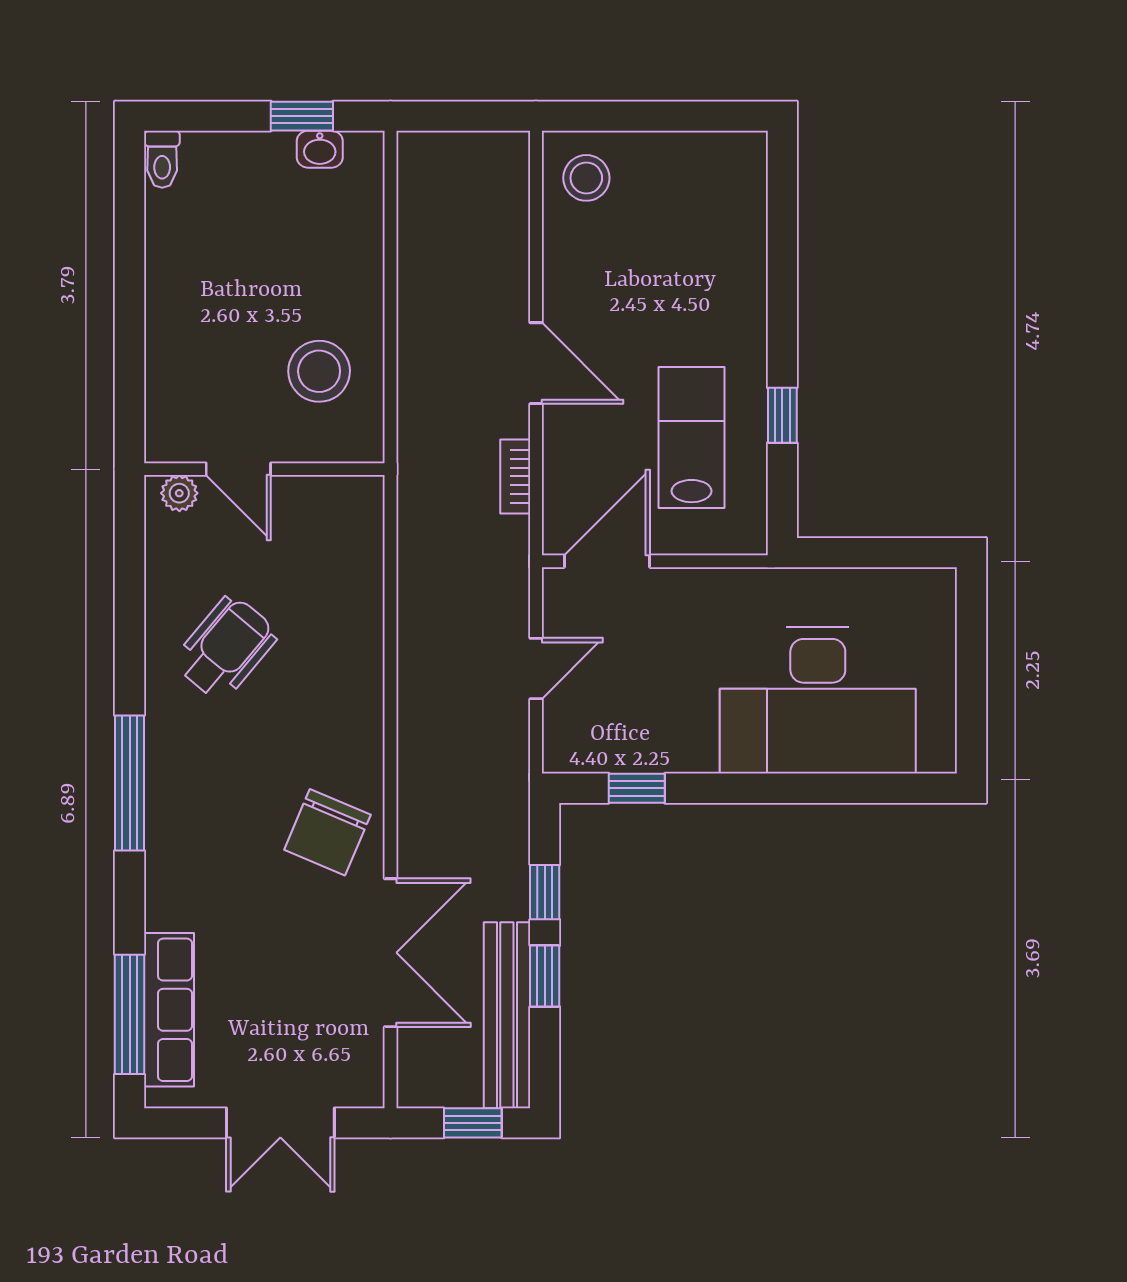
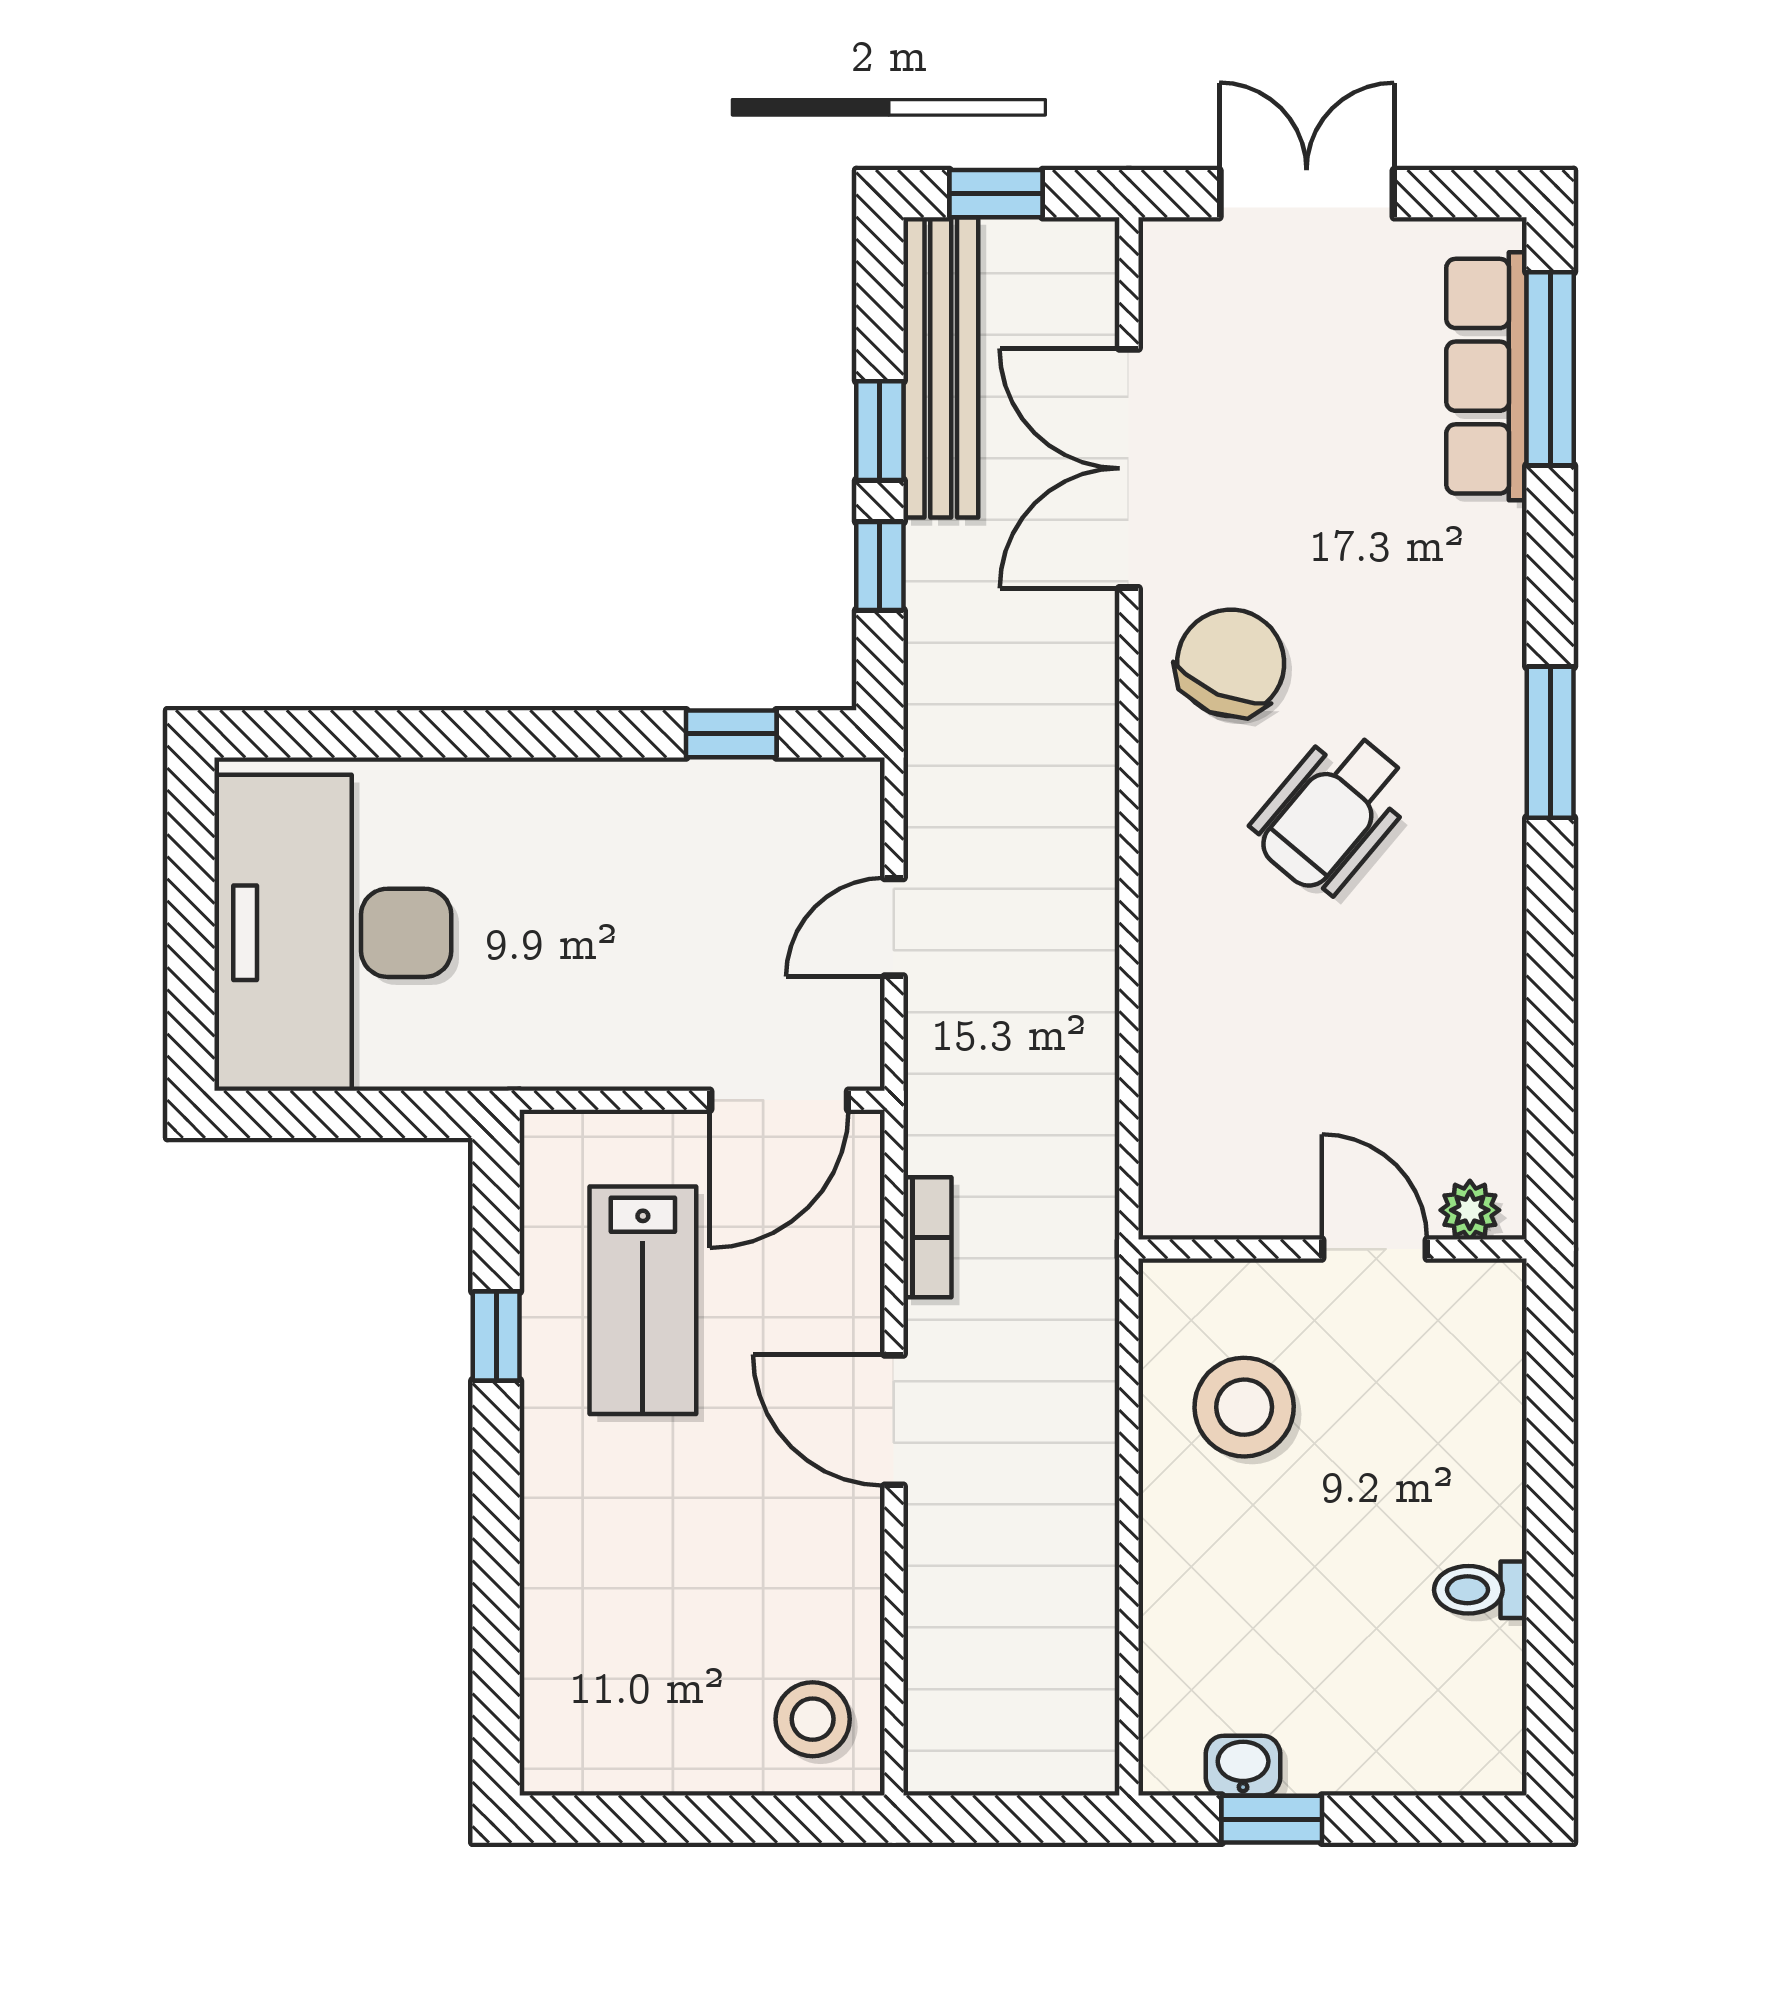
toilet: (162, 159) -> (1480, 1590), moved, turned -90
wheelchair: (226, 648) -> (1332, 812), moved
desk: (818, 700) -> (333, 933), moved, turned -90
window: (130, 783) -> (1550, 742), width x0.69

